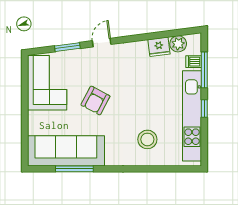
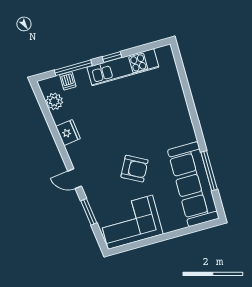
fridge: (159, 47) -> (68, 133), moved
kitchen unit: (192, 116) -> (123, 67), width x0.73
stool: (147, 139) -> (159, 105), removed

